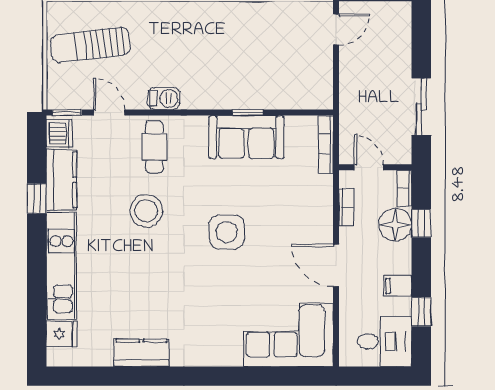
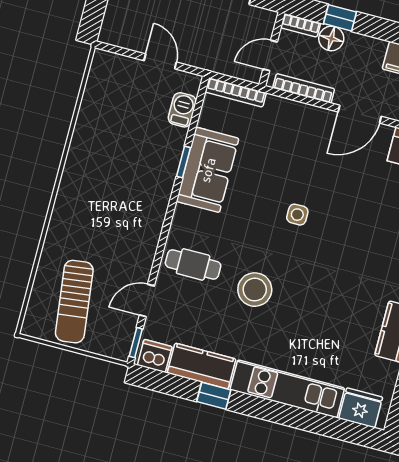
door: (336, 29) -> (160, 61), moved
barbecue: (164, 98) -> (182, 110), moved
bookcase: (346, 207) -> (304, 88), width x1.56
floor lamp: (395, 225) -> (331, 39), width x0.73, depth x0.73
side table: (227, 232) -> (297, 215), width x0.54, depth x0.54
fridge: (62, 334) -> (361, 408), width x1.38

